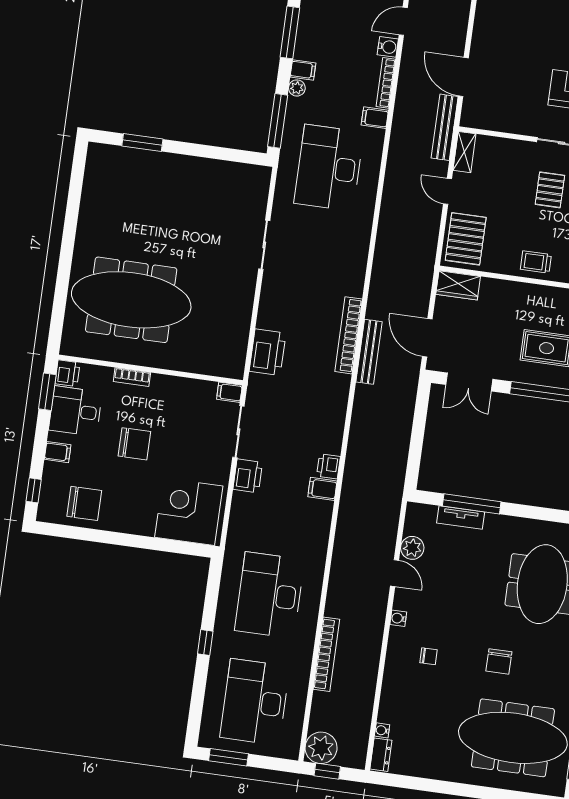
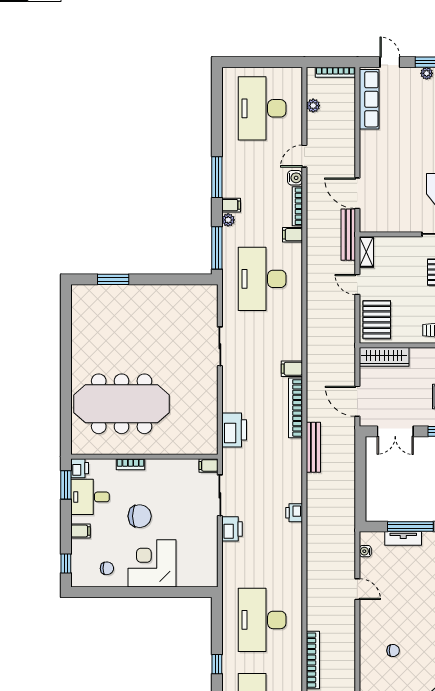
wardrobe: (458, 285) -> (384, 357), width x1.50
bench: (369, 352) -> (313, 447), moved
filing cabinet: (322, 489) -> (292, 369), moved
chair: (84, 503) -> (107, 568), width x0.54, depth x0.54
corner desk: (189, 512) -> (152, 563), moved
plant: (412, 548) -> (369, 567), removed
water cooler: (398, 618) -> (365, 551), moved

